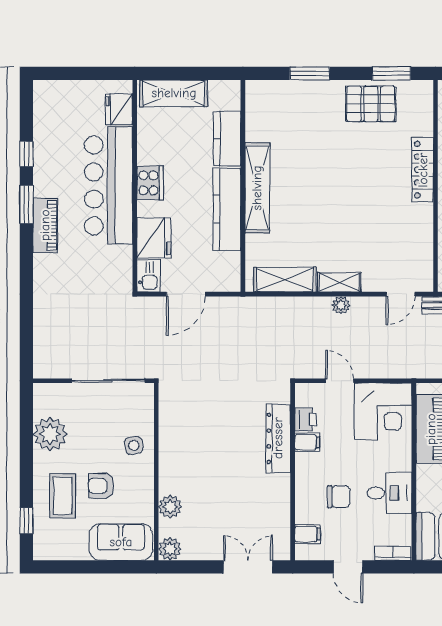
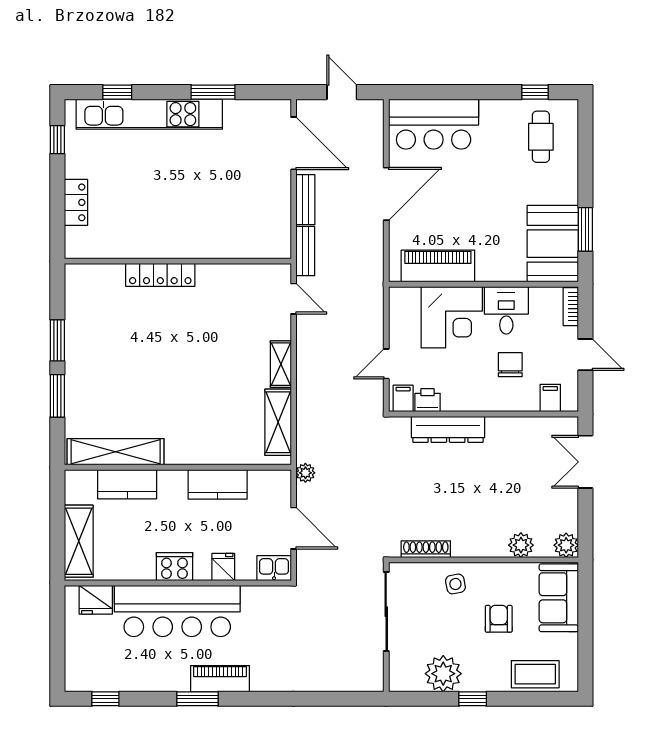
window: (391, 73) -> (57, 340), moved
pallet: (371, 104) -> (90, 330), removed
window: (26, 154) -> (105, 699), moved
shelving: (257, 188) -> (116, 452), moved
kitchen counter: (227, 209) -> (218, 484), width x0.67
fridge: (154, 238) -> (223, 567), width x0.53, depth x0.75
plant: (341, 305) -> (305, 473), moved
corner desk: (383, 412) -> (452, 317), moved, turned 90
shoe rack: (166, 418) -> (426, 549), added
filing cabinet: (307, 442) -> (403, 398), moved
armchair: (101, 486) -> (499, 619), turned 180
coffee table: (63, 496) -> (535, 674), moved
window: (26, 521) -> (473, 699), moved
door: (348, 567) -> (585, 355), hinge flipped

